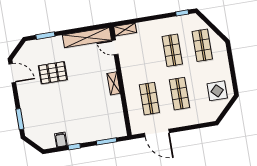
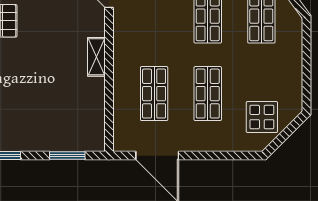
display table: (217, 91) -> (262, 117), moved

